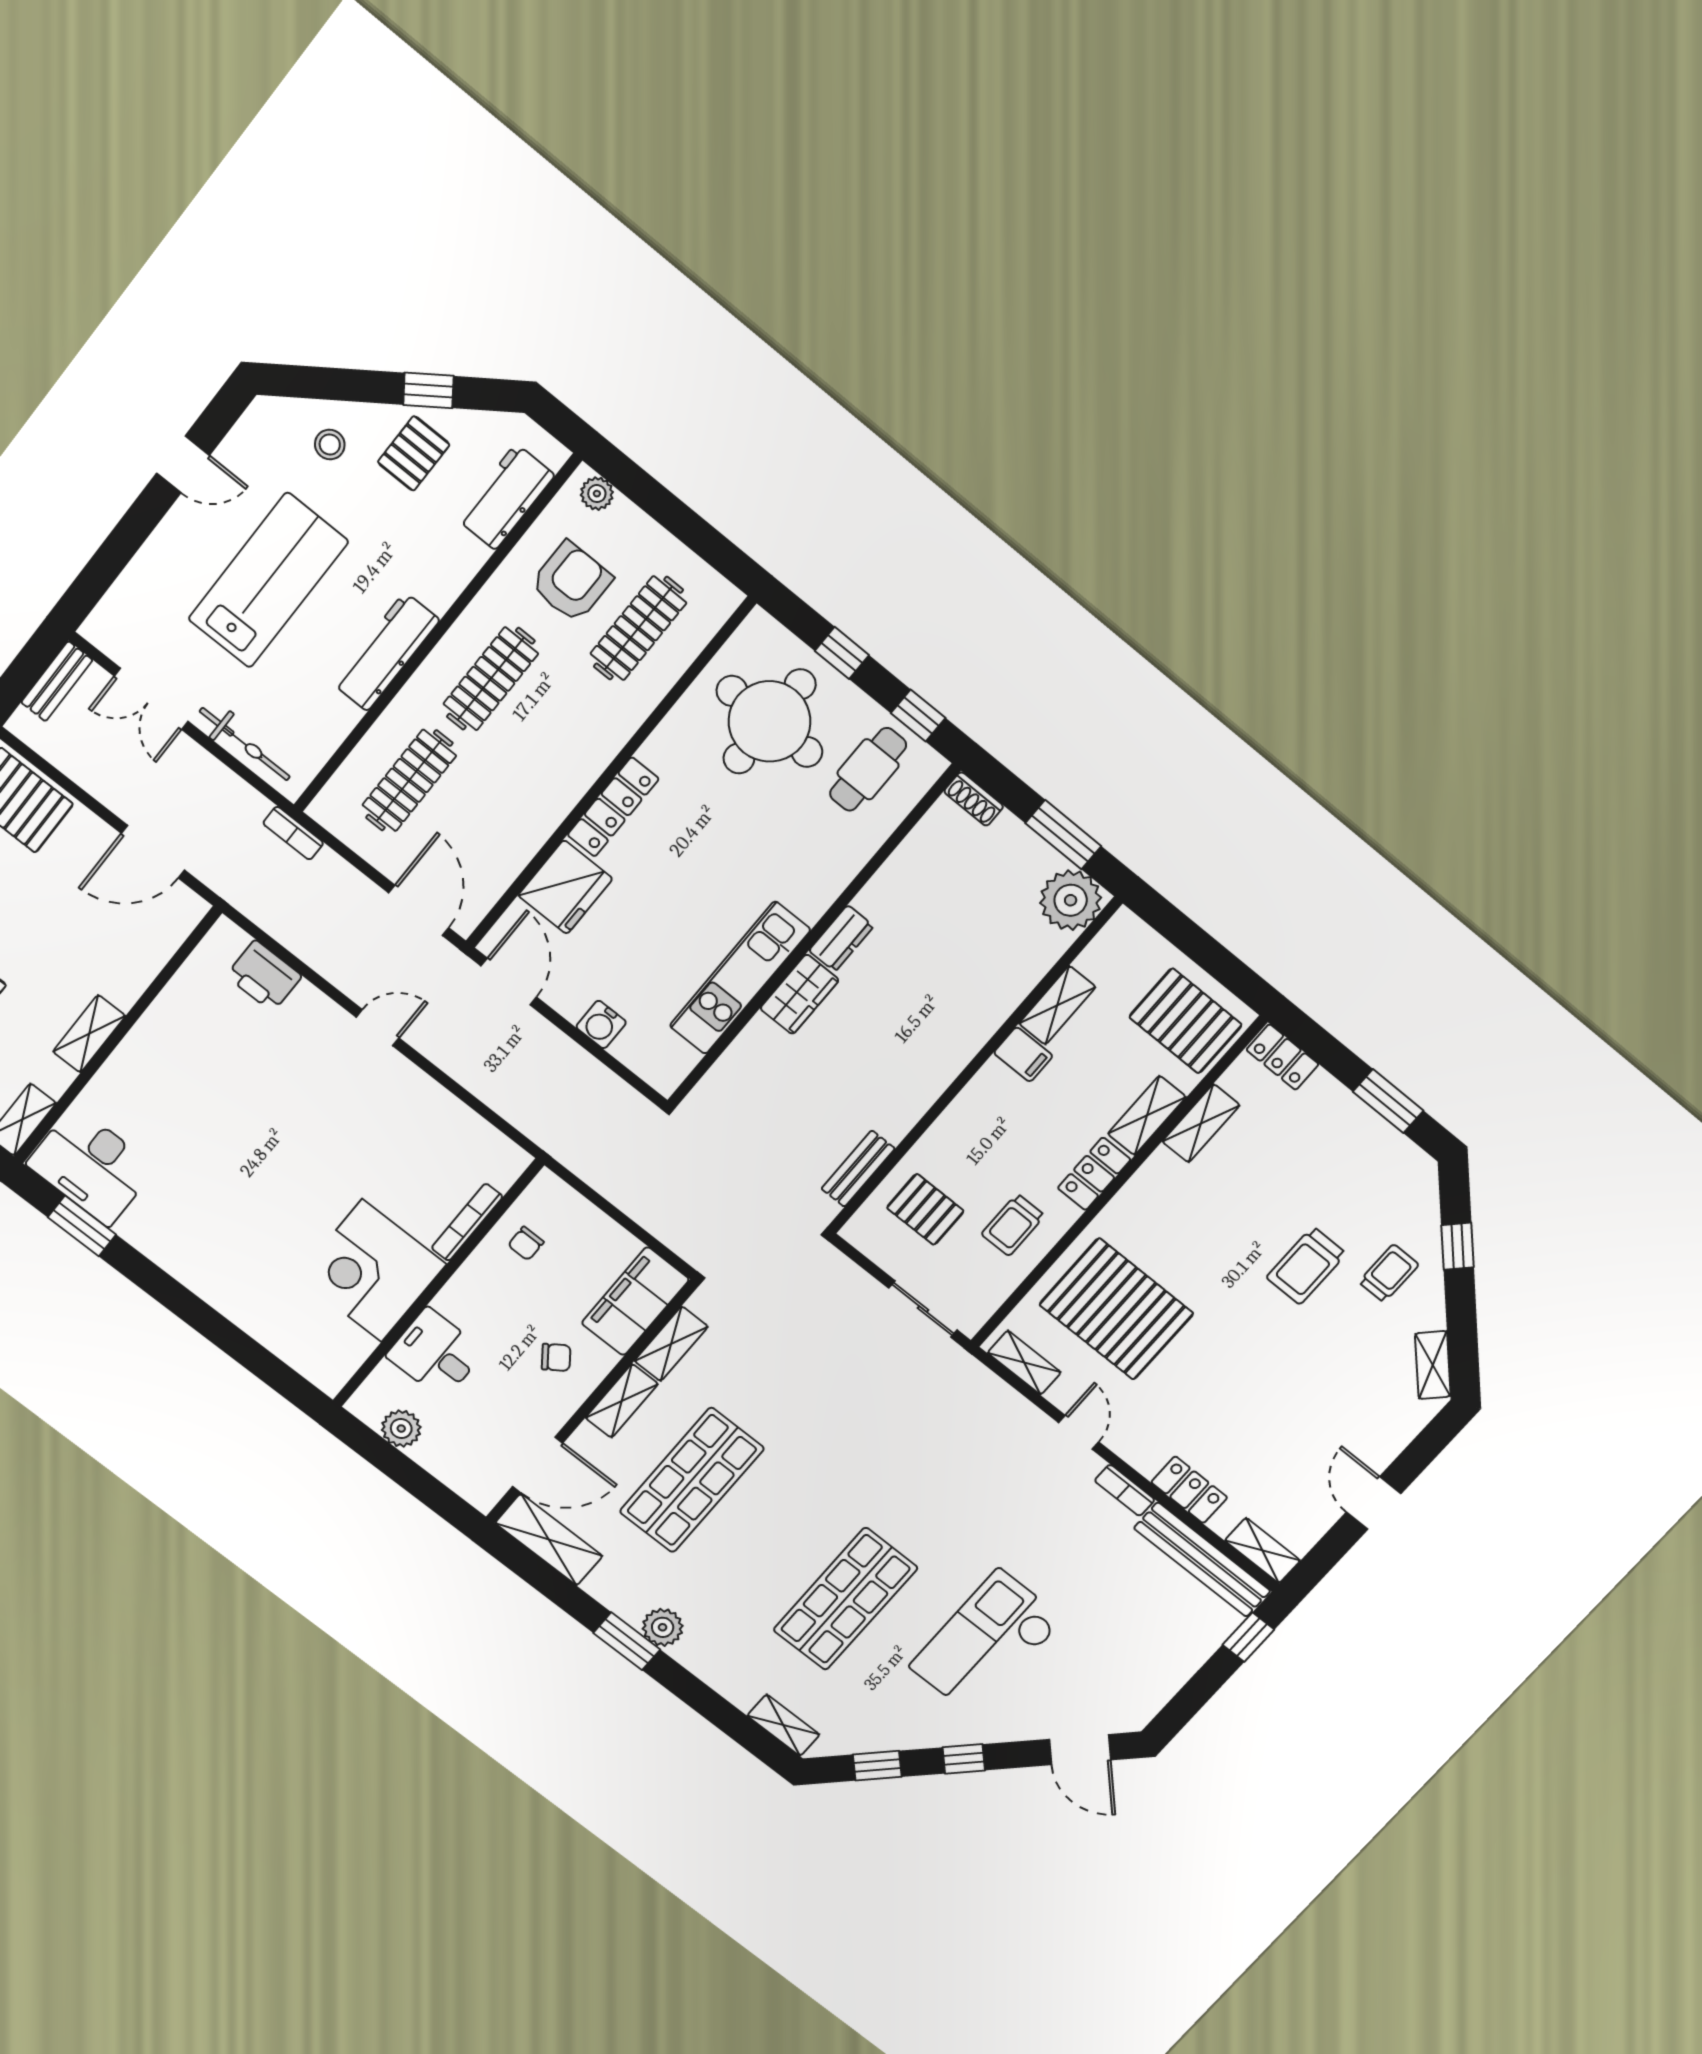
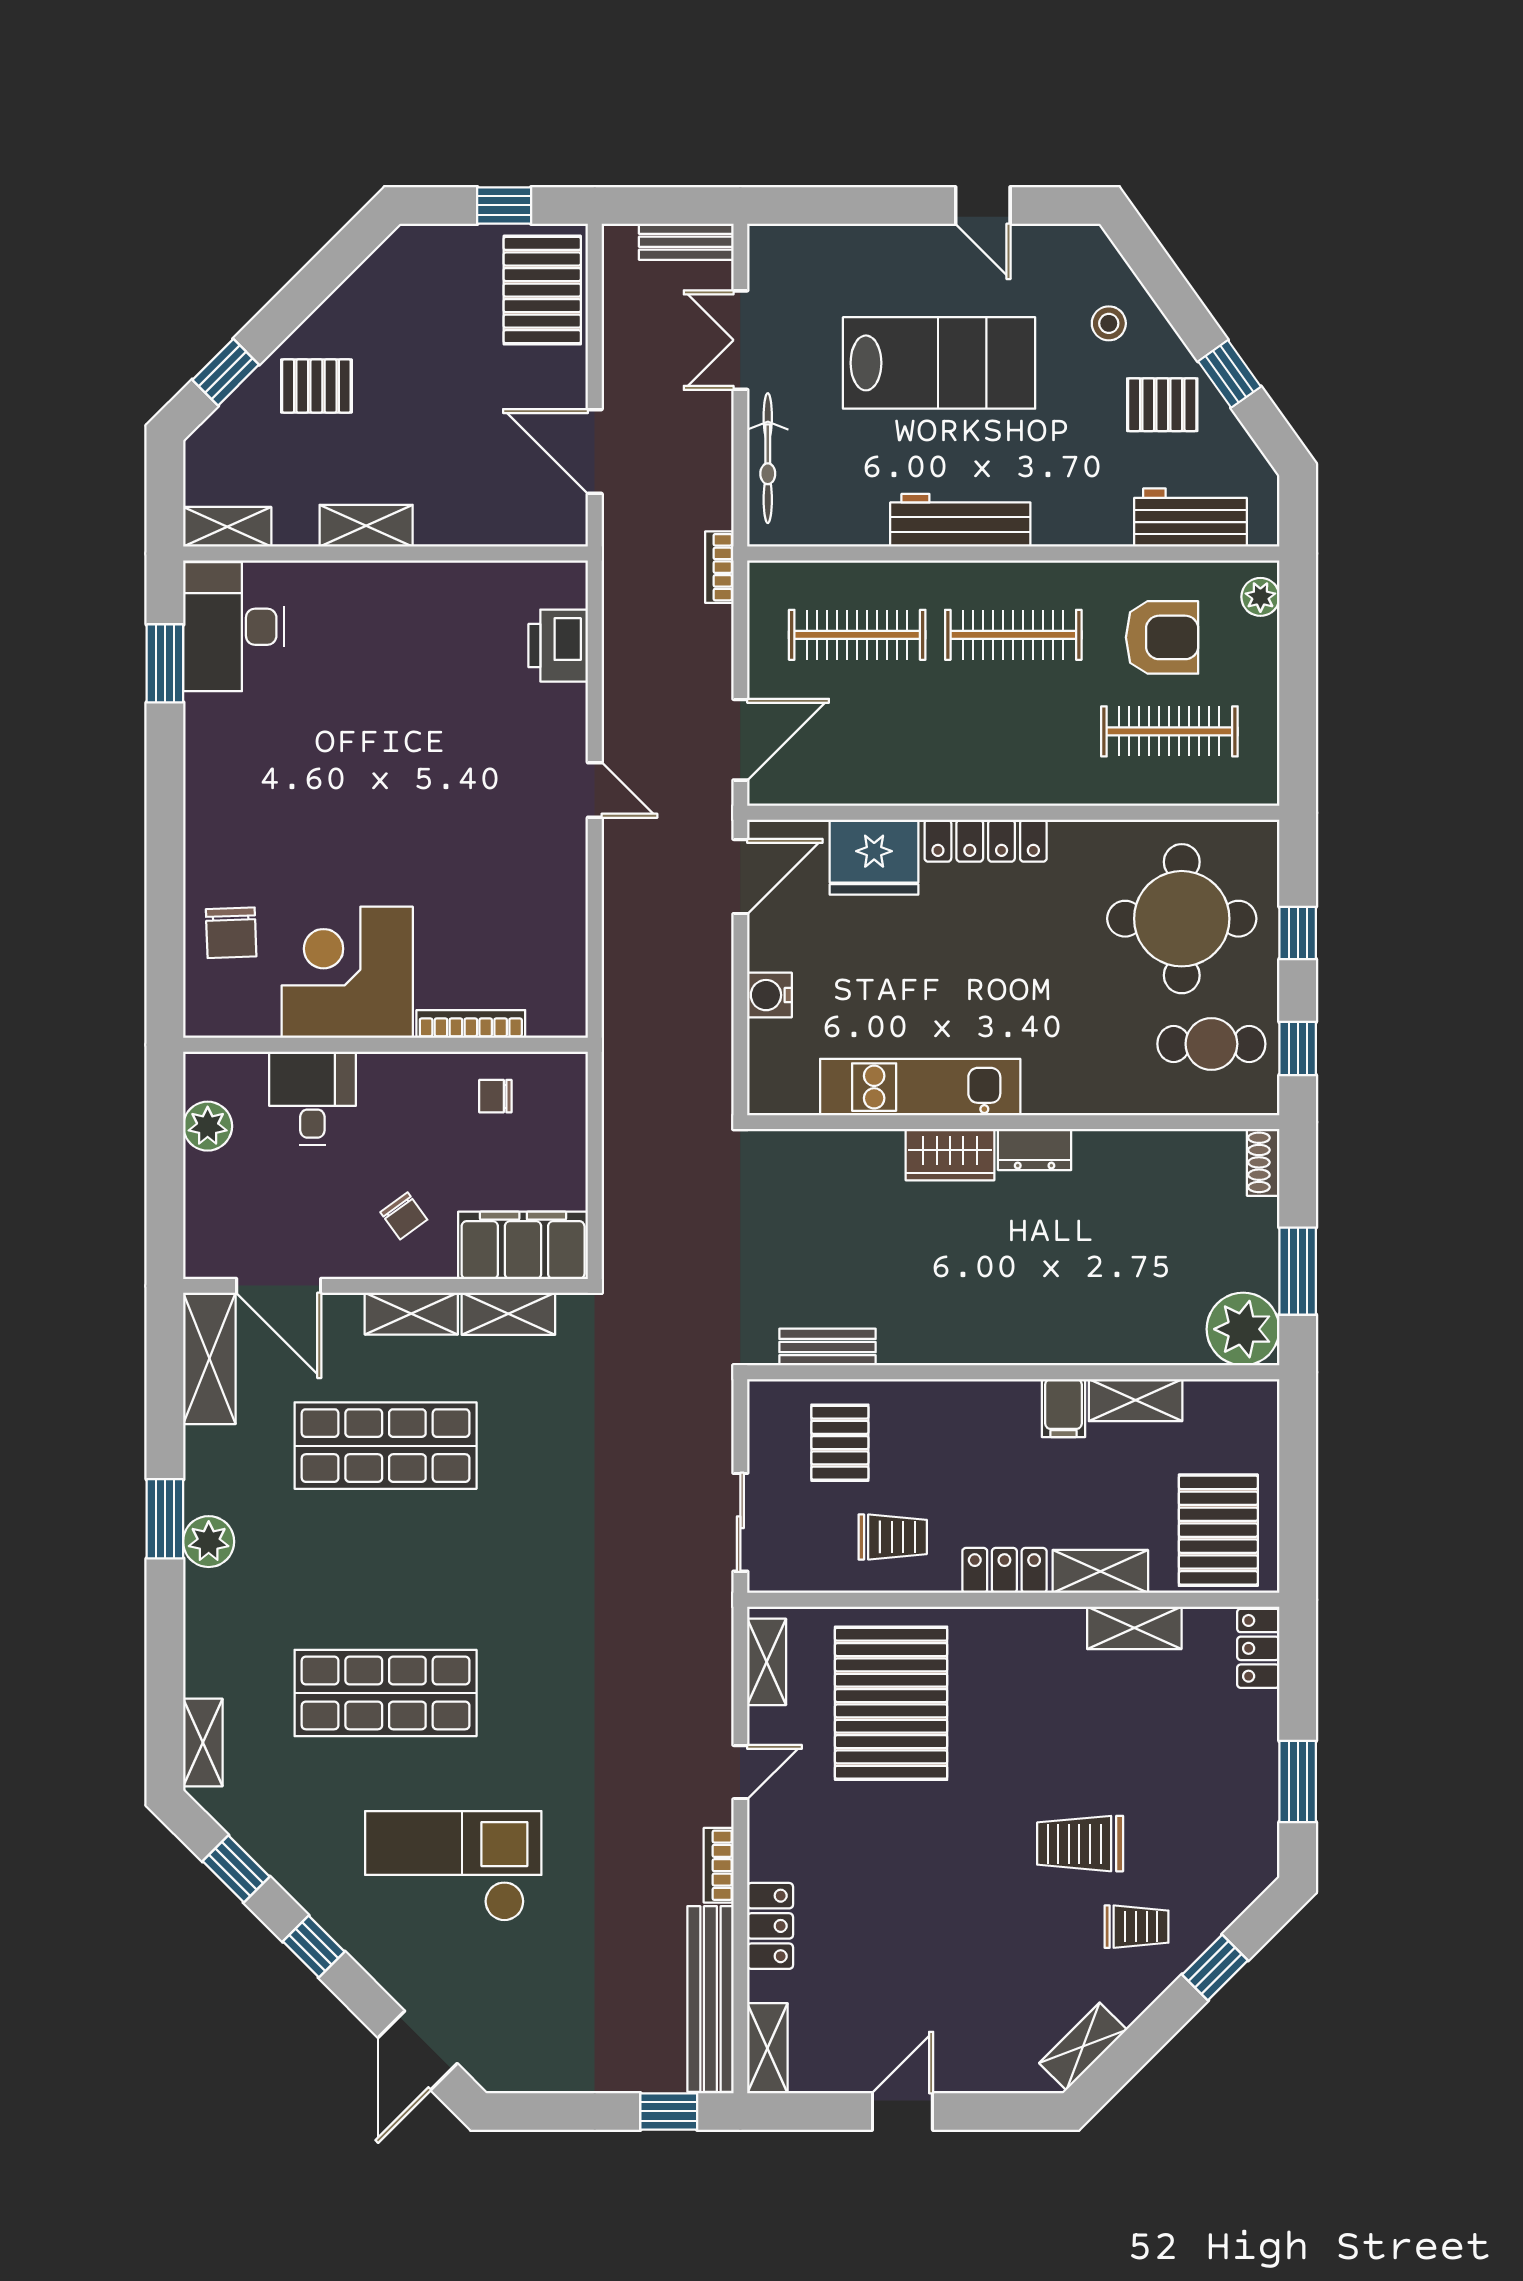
trolley: (1013, 1225) -> (893, 1537), turned 180
chair: (289, 1320) -> (231, 933), added

